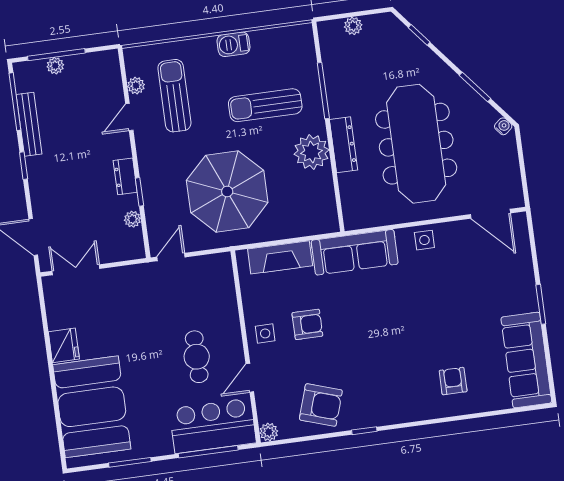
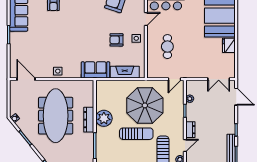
sun lounger: (265, 105) -> (136, 134), moved
dresser: (125, 176) -> (190, 130), moved
sofa: (355, 252) -> (95, 70), width x0.73
cafe table: (197, 357) -> (167, 47), moved

